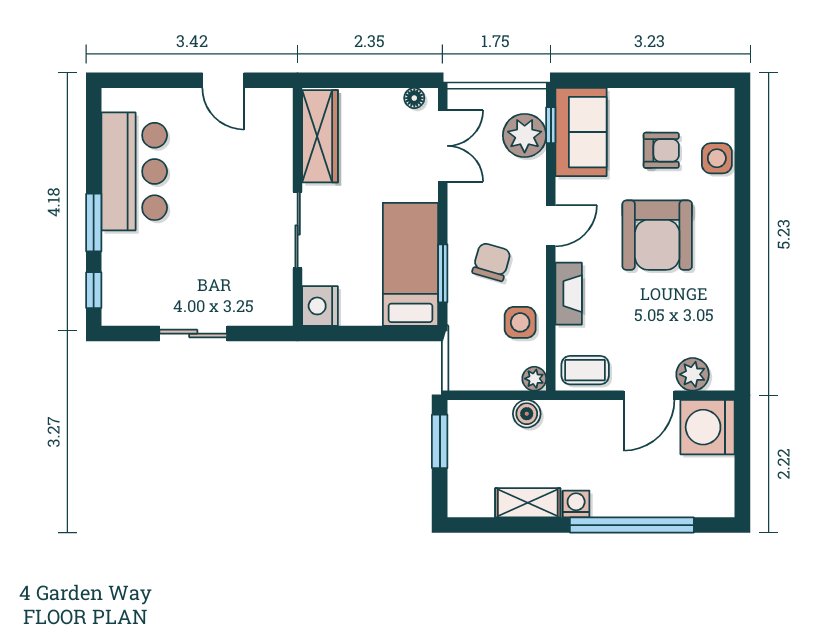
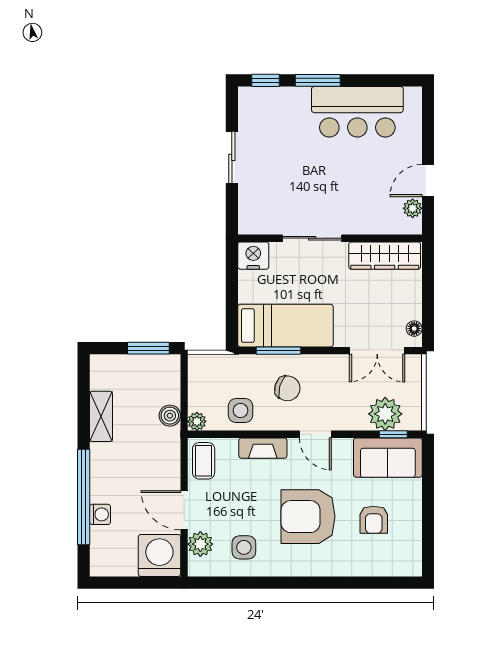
plant: (259, 100) -> (413, 208), added
side table: (717, 158) -> (244, 547), moved
washing machine: (576, 504) -> (100, 514), moved

